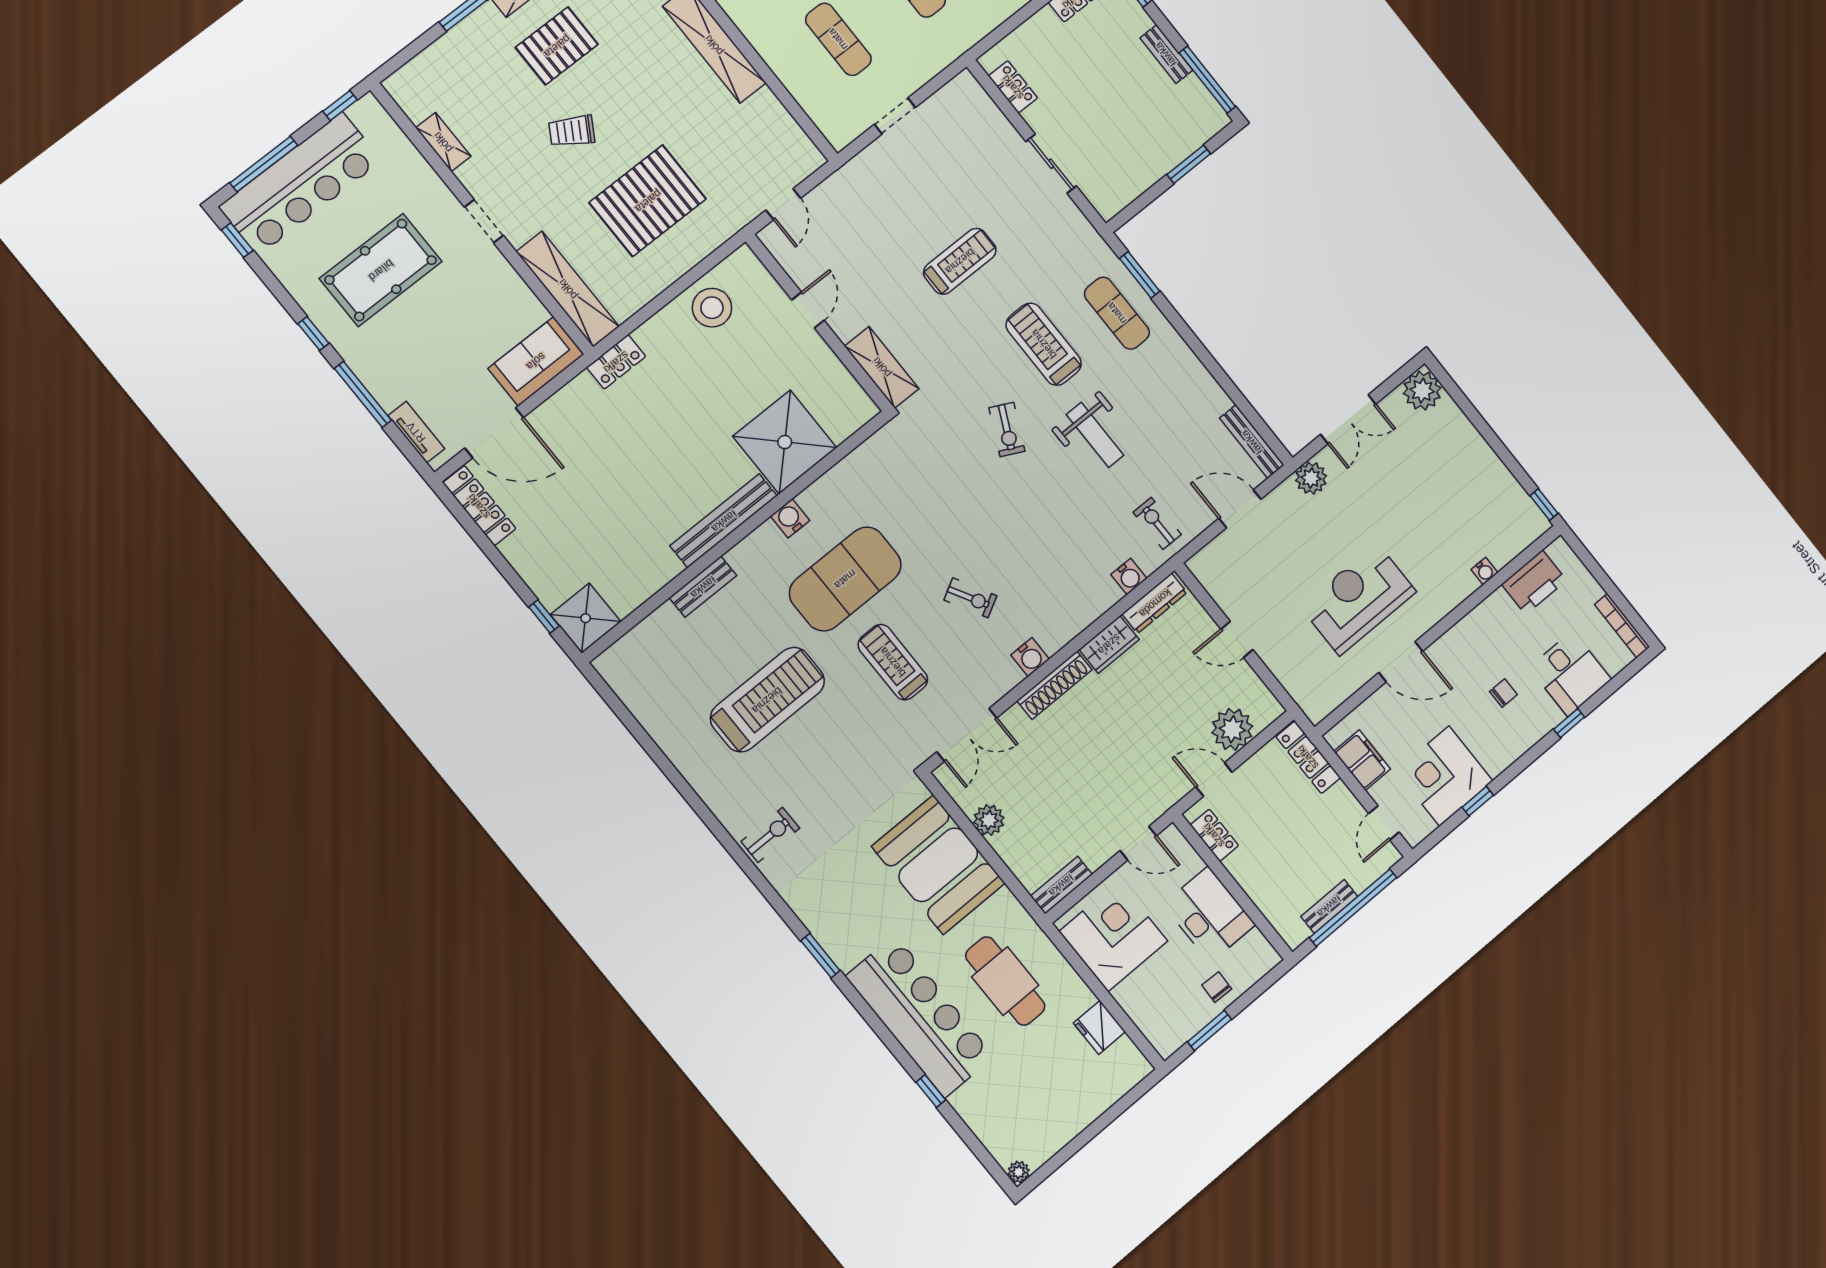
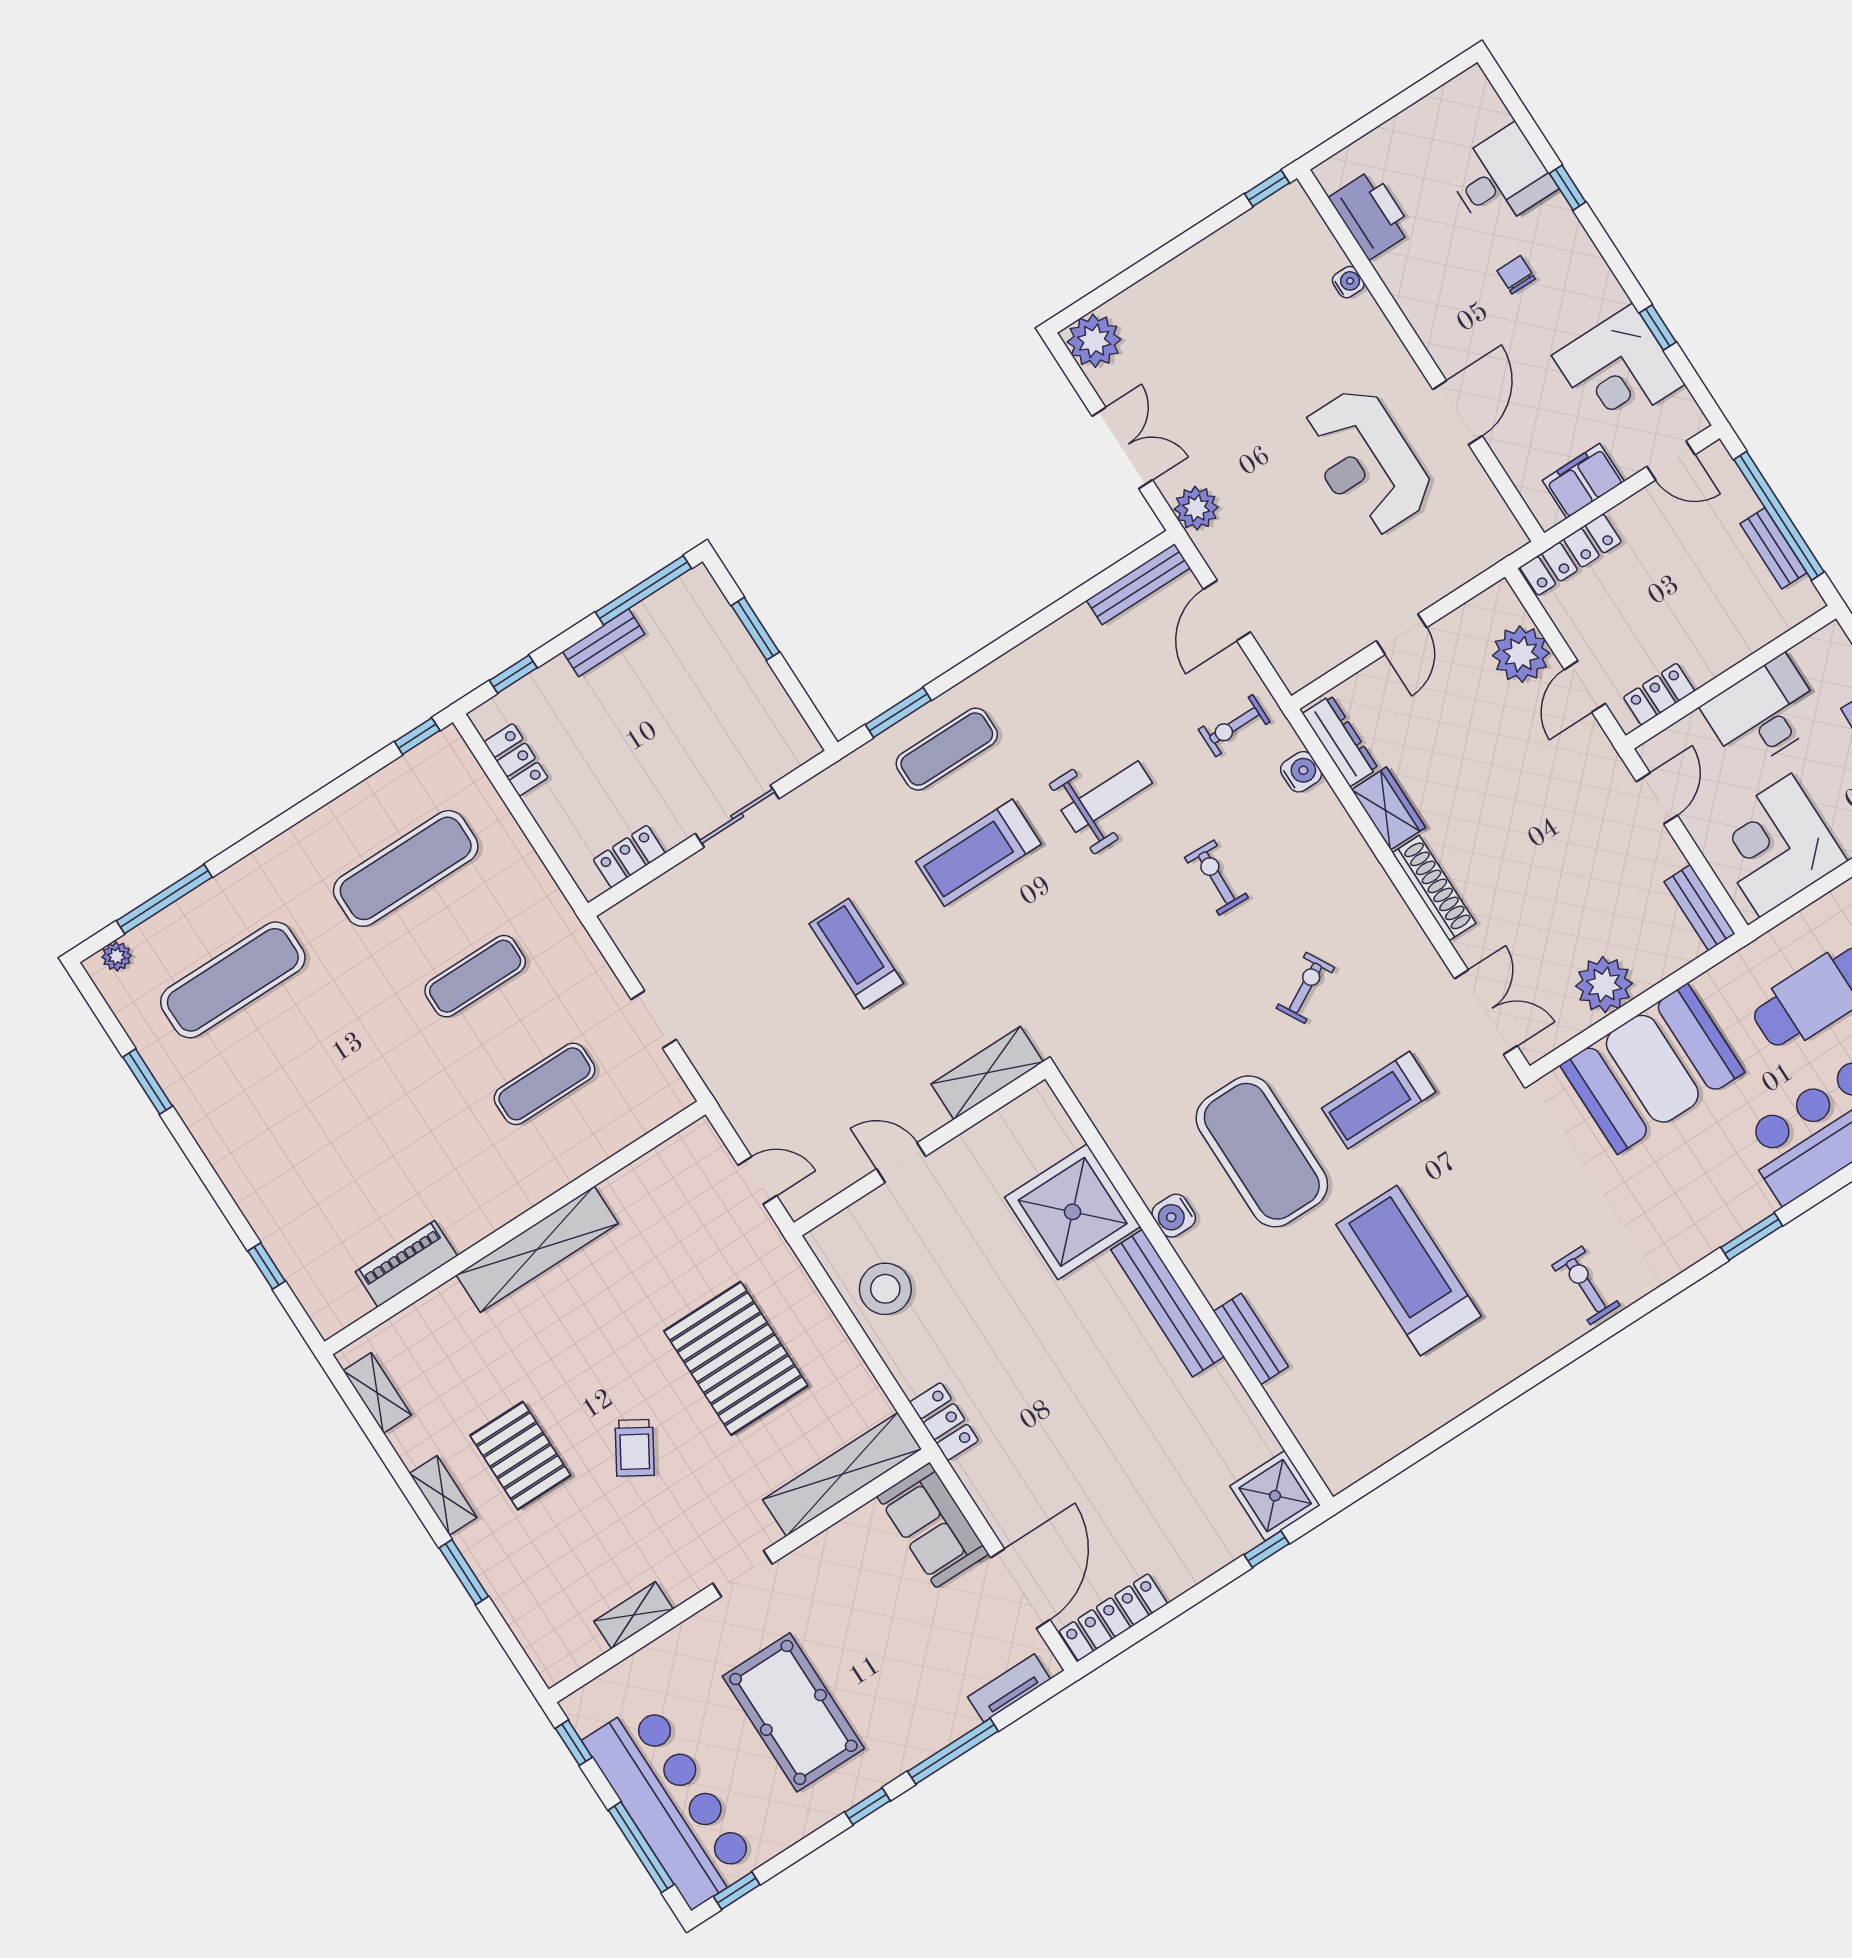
exercise bike: (1007, 430) -> (1216, 878), moved, turned -114
bookcase: (1622, 626) -> (1444, 98), removed
water cooler: (1030, 657) -> (1393, 917), removed
plant: (989, 820) -> (1604, 985), width x1.36, depth x1.36

